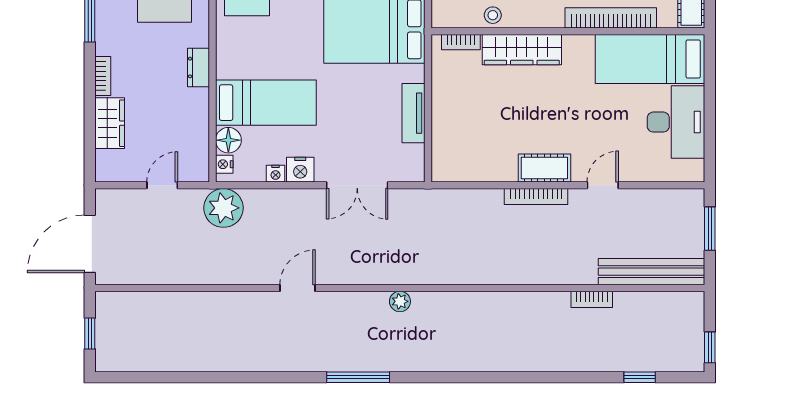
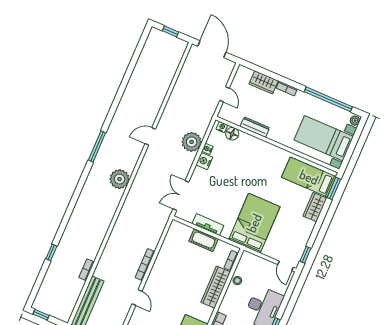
dresser: (199, 68) -> (255, 127), moved, width x1.44
bed: (266, 103) -> (242, 159), removed
cot: (544, 168) -> (204, 240), moved, turned 90
double door: (357, 185) -> (181, 195), moved
plant: (223, 208) -> (192, 142), moved
door: (298, 288) -> (150, 136), swing flipped
plant: (400, 301) -> (120, 179), width x1.87, depth x1.87
window: (640, 377) -> (51, 252), moved

